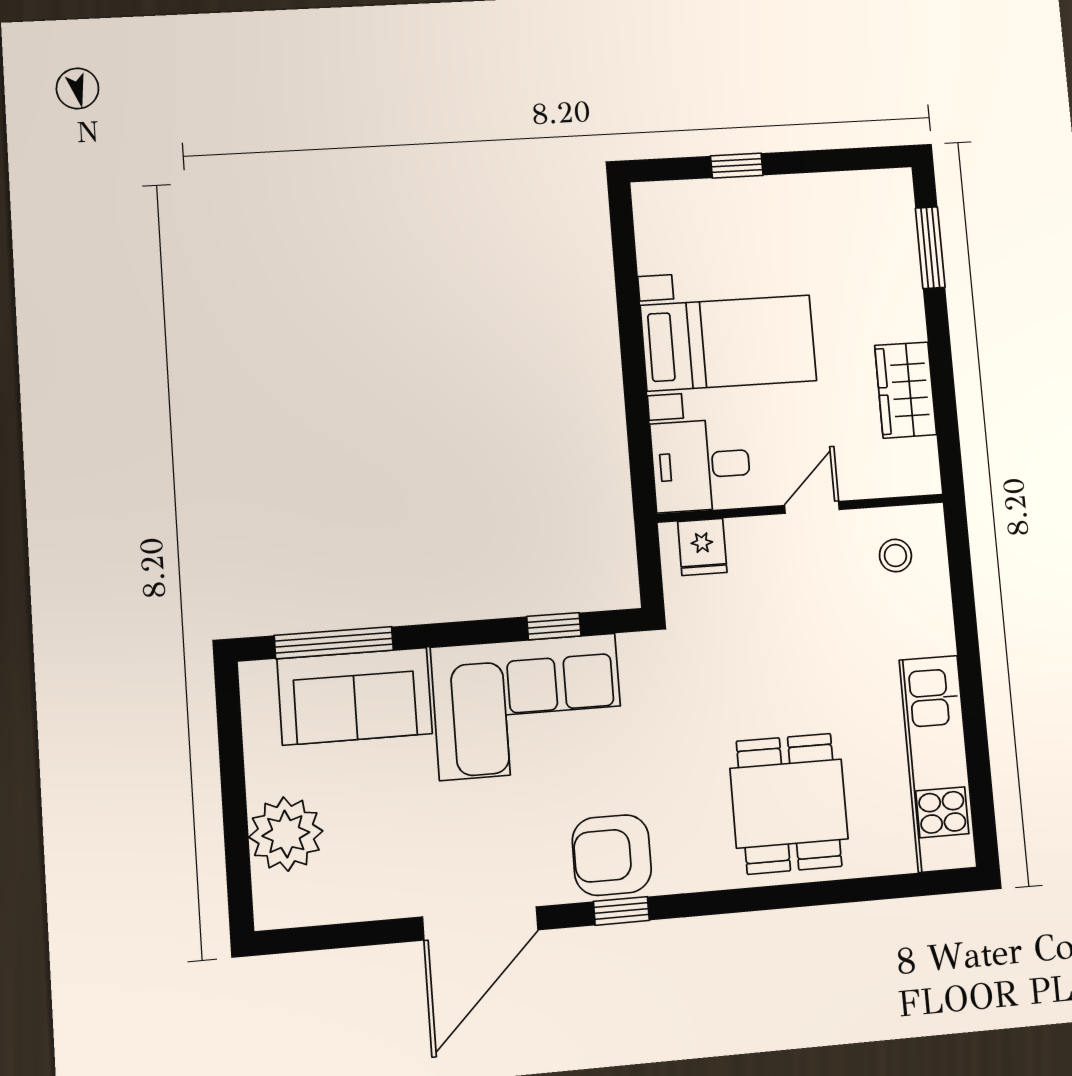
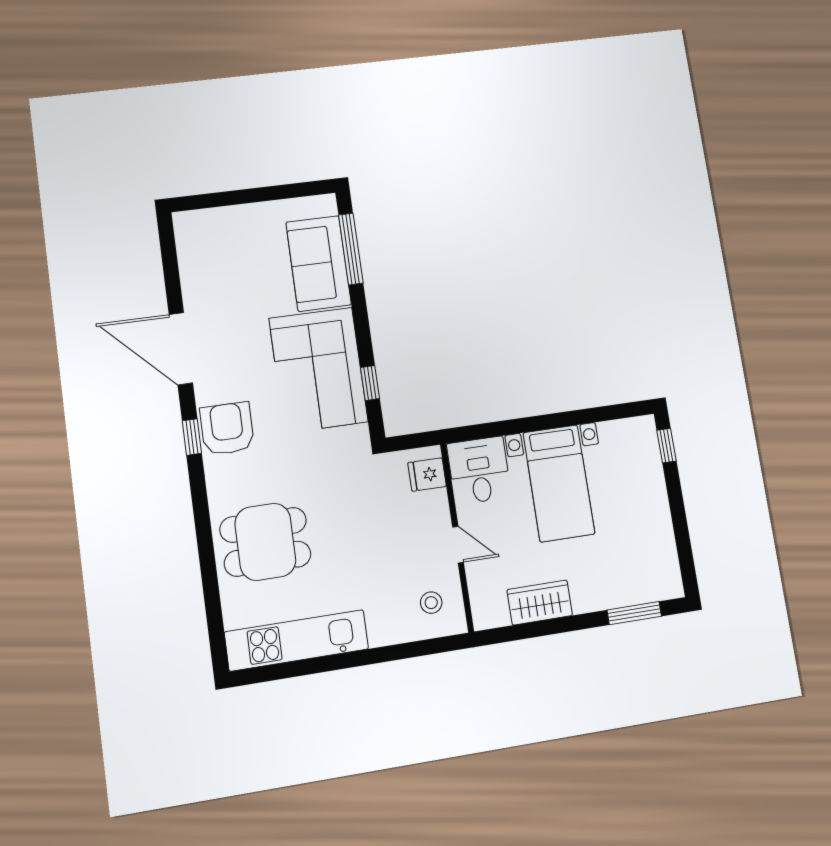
window: (737, 166) -> (667, 446), moved
plant: (286, 834) -> (232, 227), removed

